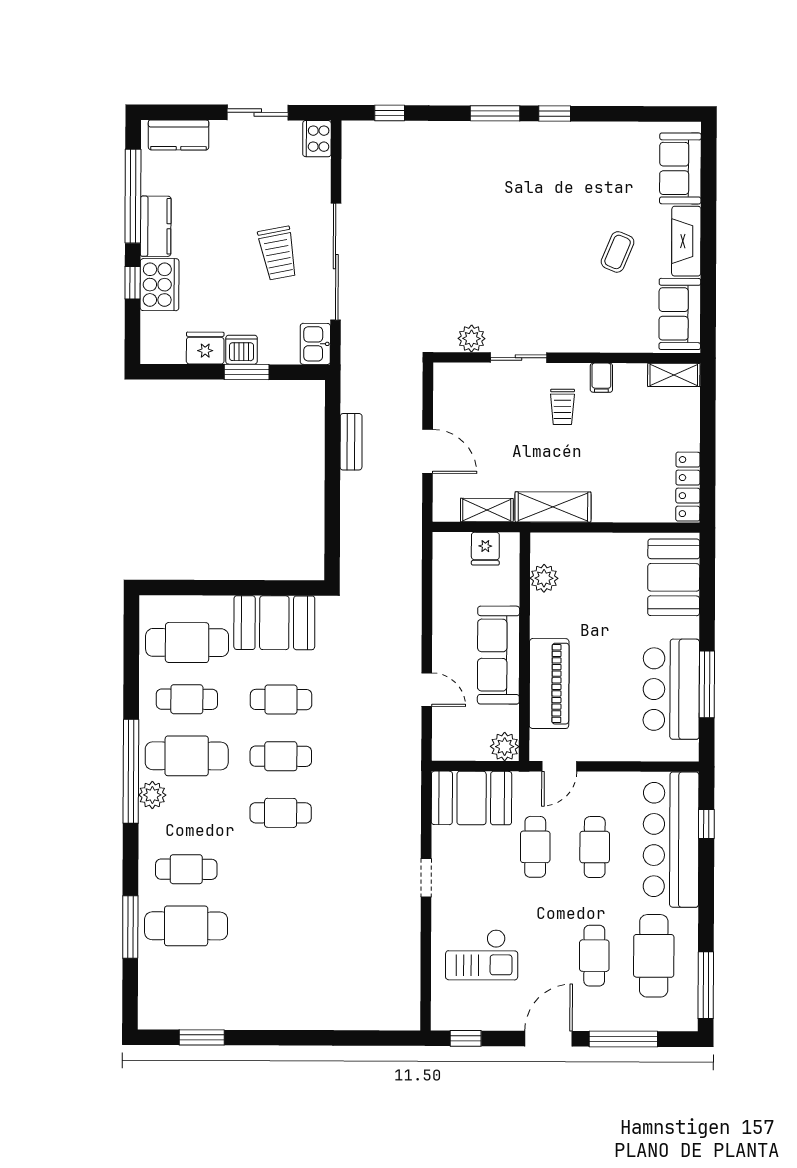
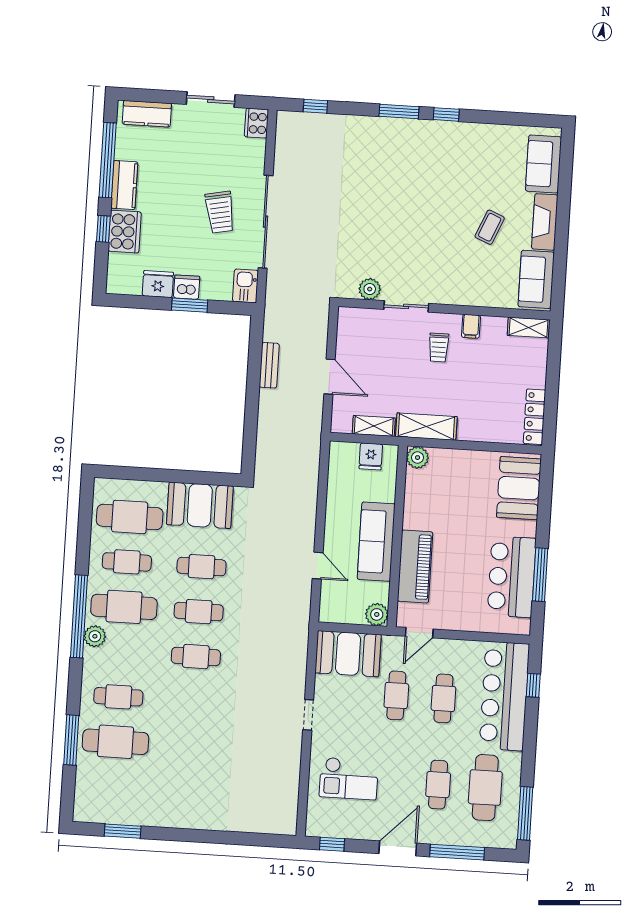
plant: (544, 578) -> (418, 458), moved

